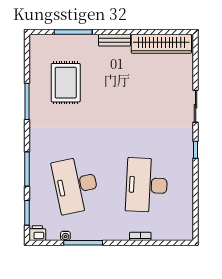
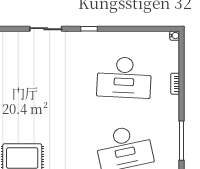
water cooler: (65, 236) -> (175, 36), moved

